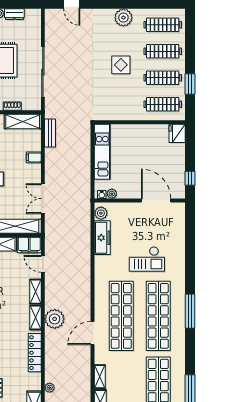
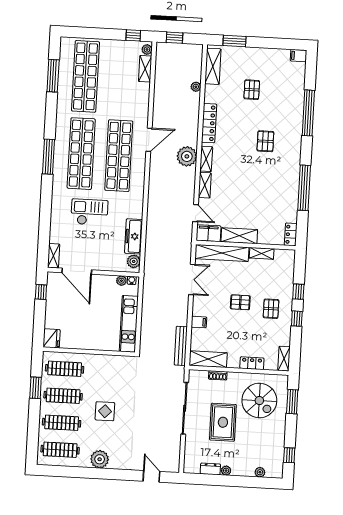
bench: (50, 133) -> (181, 346), width x1.36
shelving: (100, 377) -> (54, 256), moved

